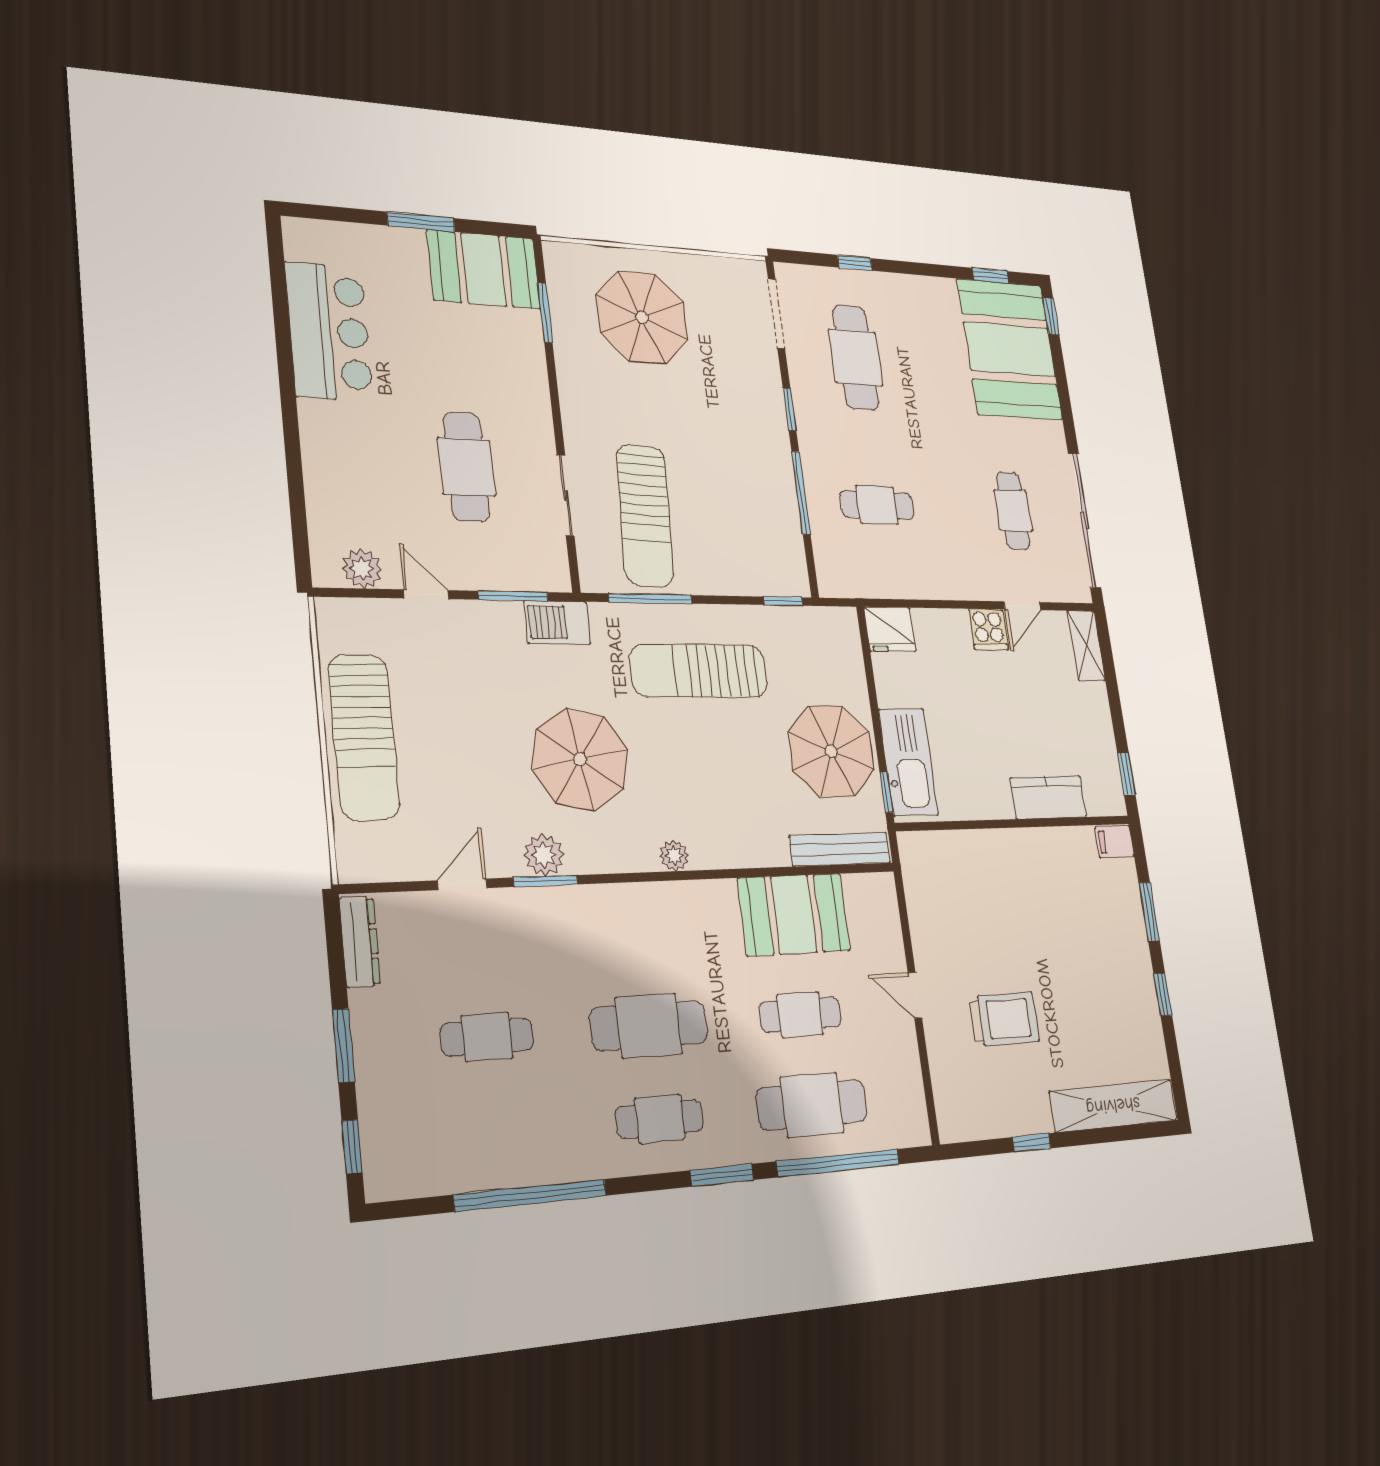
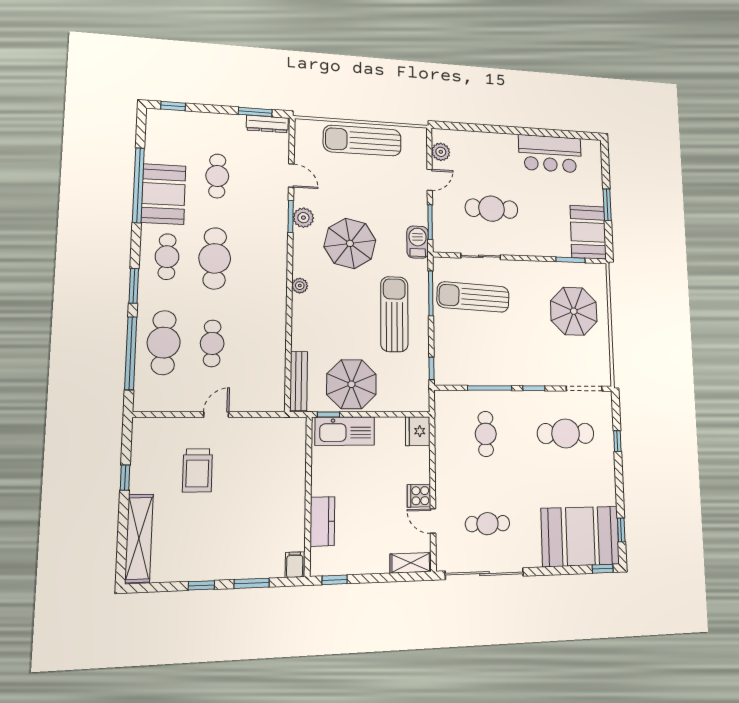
booth: (794, 915) -> (163, 194), moved
window: (343, 1046) -> (255, 112), moved

